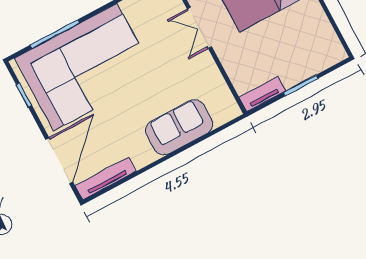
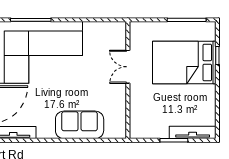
tv unit: (262, 94) -> (193, 132), moved, width x1.41

